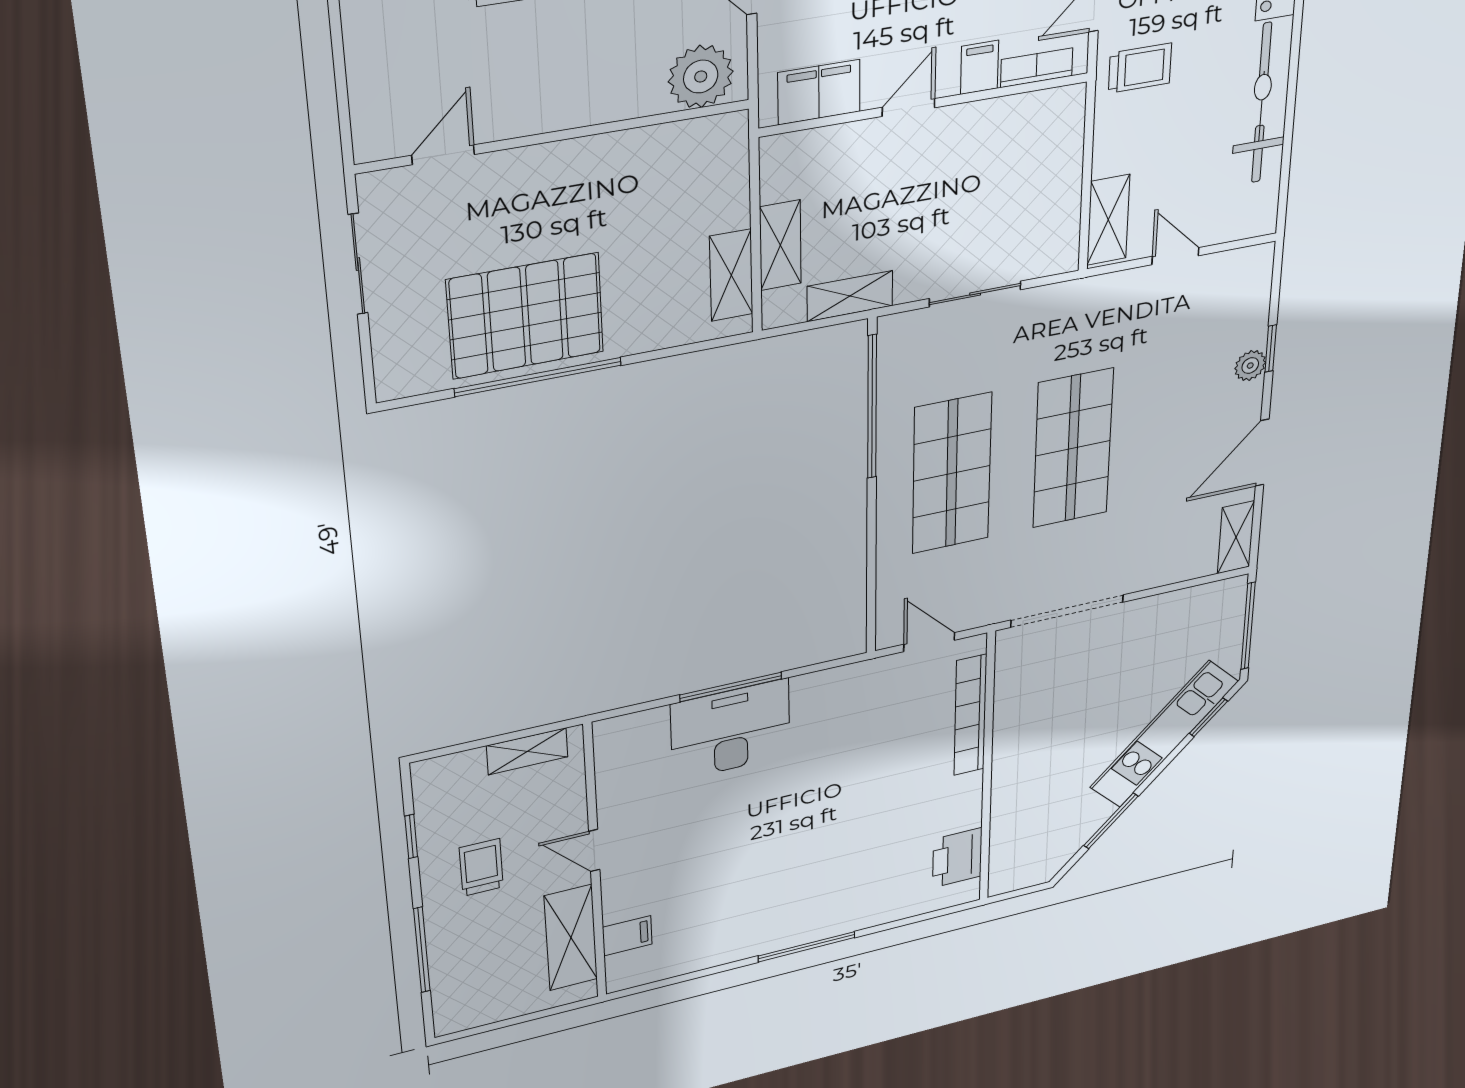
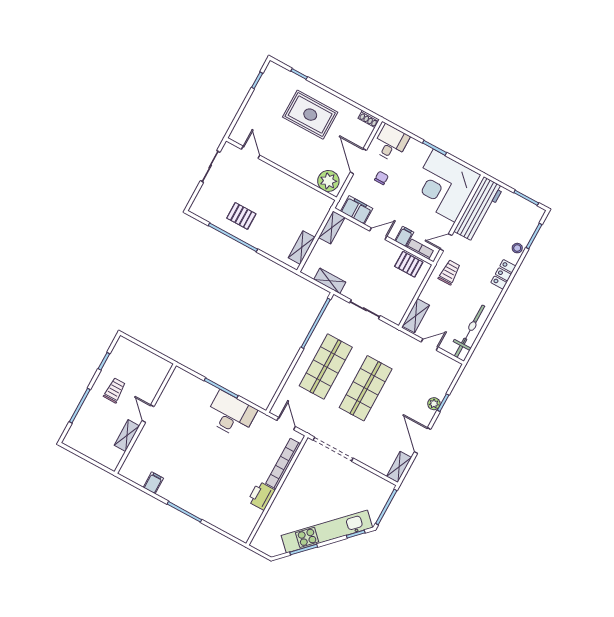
trolley: (1140, 68) -> (449, 272), turned -90
bicycle: (1262, 103) -> (470, 331), moved
pallet: (1027, 121) -> (409, 264), added
door: (443, 155) -> (251, 152), hinge flipped
shelving: (780, 245) -> (332, 227), moved
door: (1175, 256) -> (430, 345), hinge flipped
pallet: (526, 316) -> (241, 216), width x0.49, depth x0.50
door: (1262, 453) -> (422, 441), hinge flipped
desk: (731, 730) -> (231, 414), moved
kitchen unit: (1164, 734) -> (327, 531), width x1.36
shelving: (527, 751) -> (153, 360), removed
printer: (957, 858) -> (261, 496), moved
filing cabinet: (627, 936) -> (153, 483), moved, turned -90
shelving: (571, 938) -> (127, 436), width x0.67, depth x0.75

